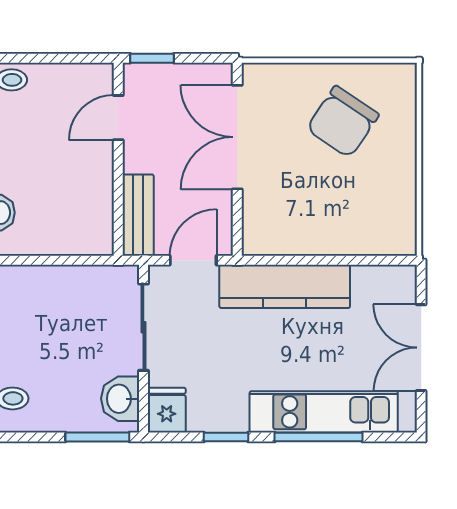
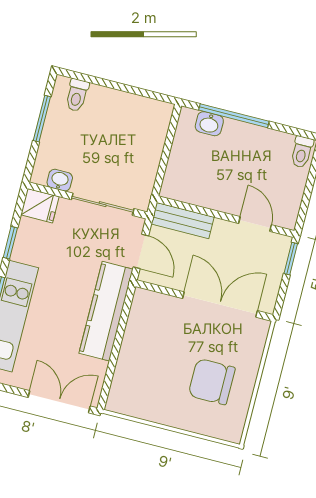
chair: (343, 122) -> (212, 382), turned -34
double door: (421, 348) -> (59, 402), moved
washbasin: (120, 399) -> (60, 180), width x0.72, depth x0.69
window: (97, 437) -> (42, 119), moved

